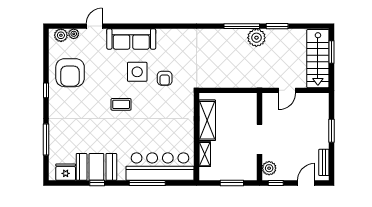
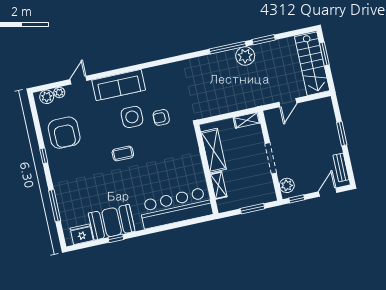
armchair: (165, 78) -> (161, 117), turned 90
shelving: (245, 98) -> (247, 120), added
window: (147, 183) -> (167, 227), removed

